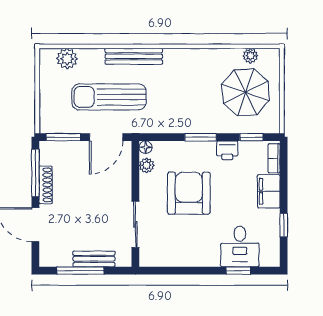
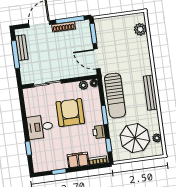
bench: (134, 56) -> (150, 93), moved
sun lounger: (109, 97) -> (115, 96), moved, turned 180
armchair: (189, 193) -> (70, 113), turned -90
desk: (240, 246) -> (40, 127), moved
bench: (94, 259) -> (22, 48), moved

